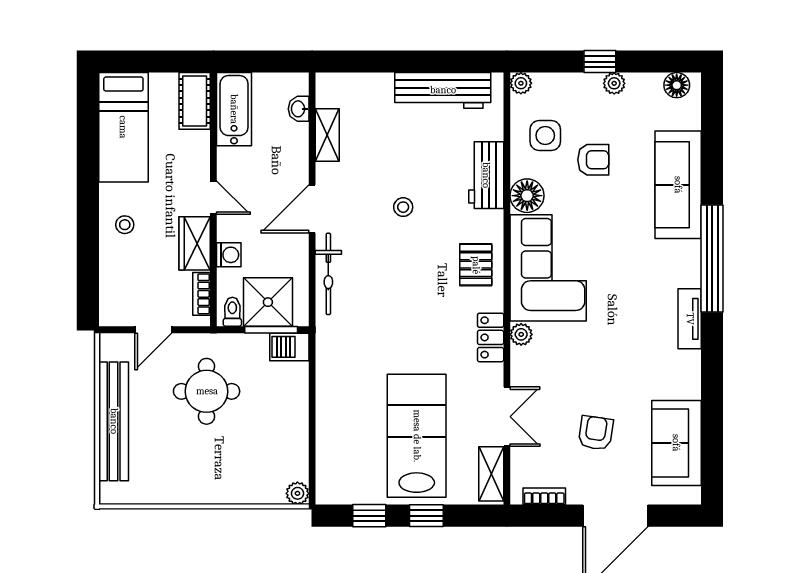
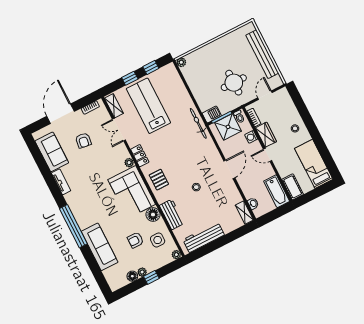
floor lamp: (677, 85) -> (132, 276), moved
shelving: (327, 135) -> (244, 213), moved
bicycle: (328, 274) -> (198, 123), moved
tv unit: (690, 319) -> (61, 182), moved
lab bench: (417, 436) -> (148, 106), turned 180

